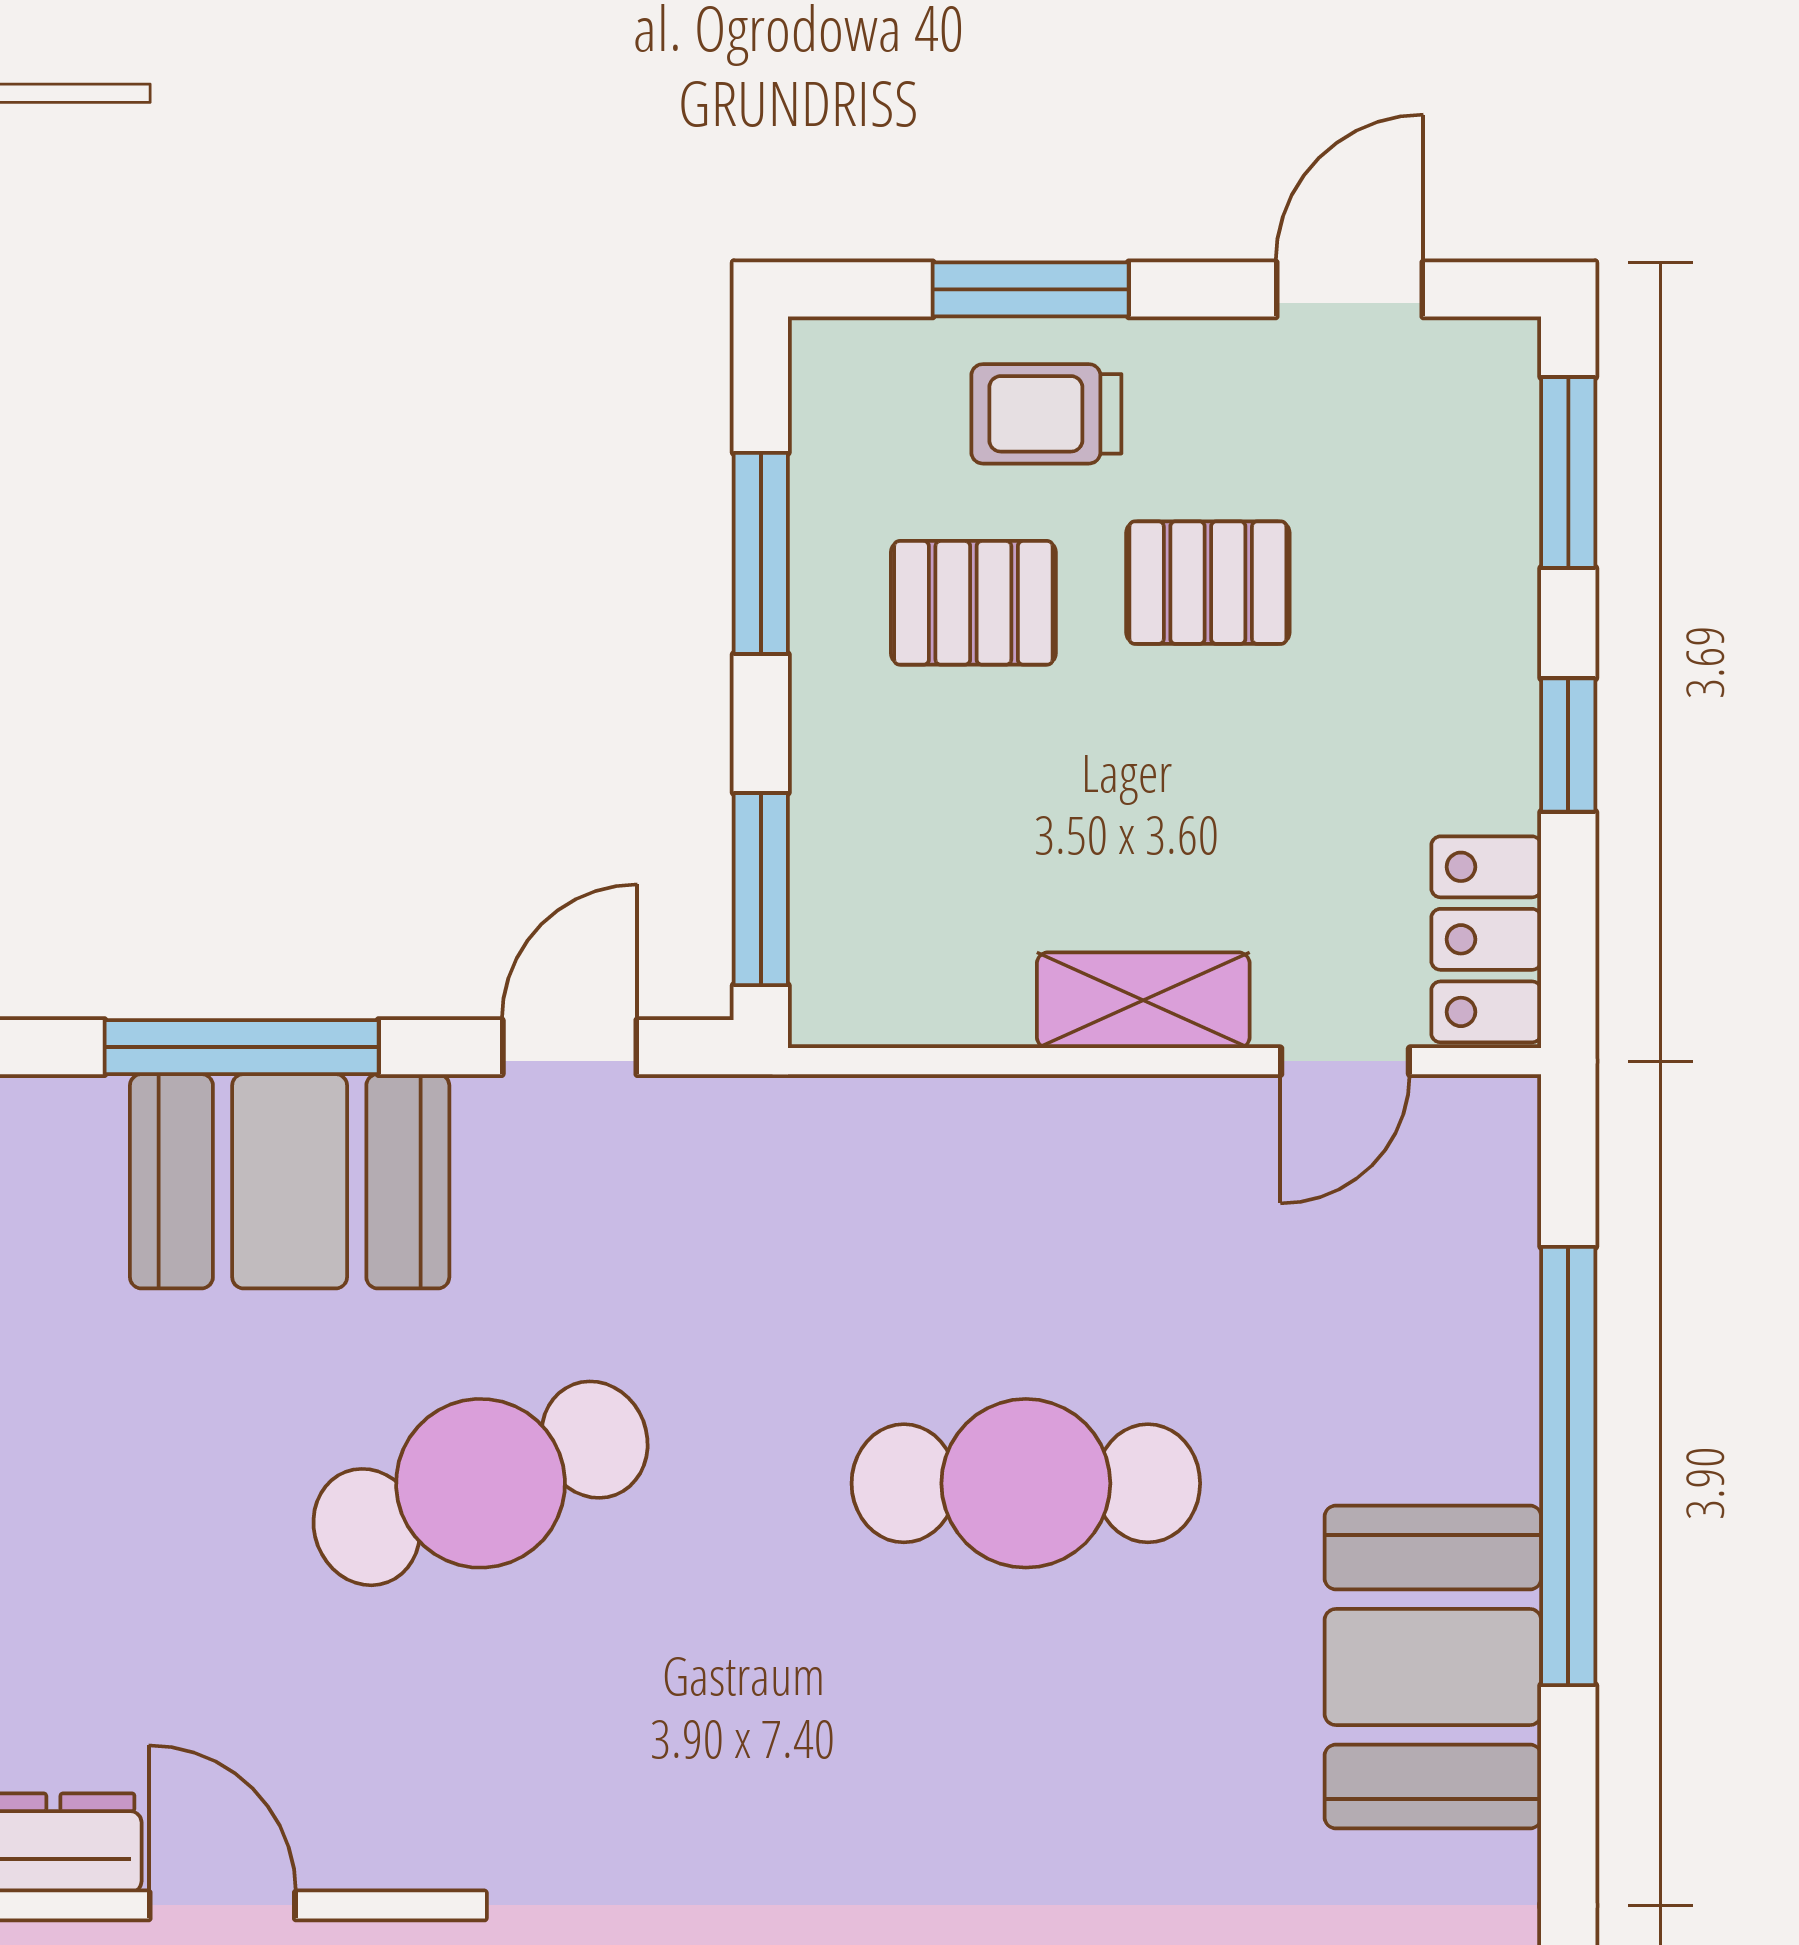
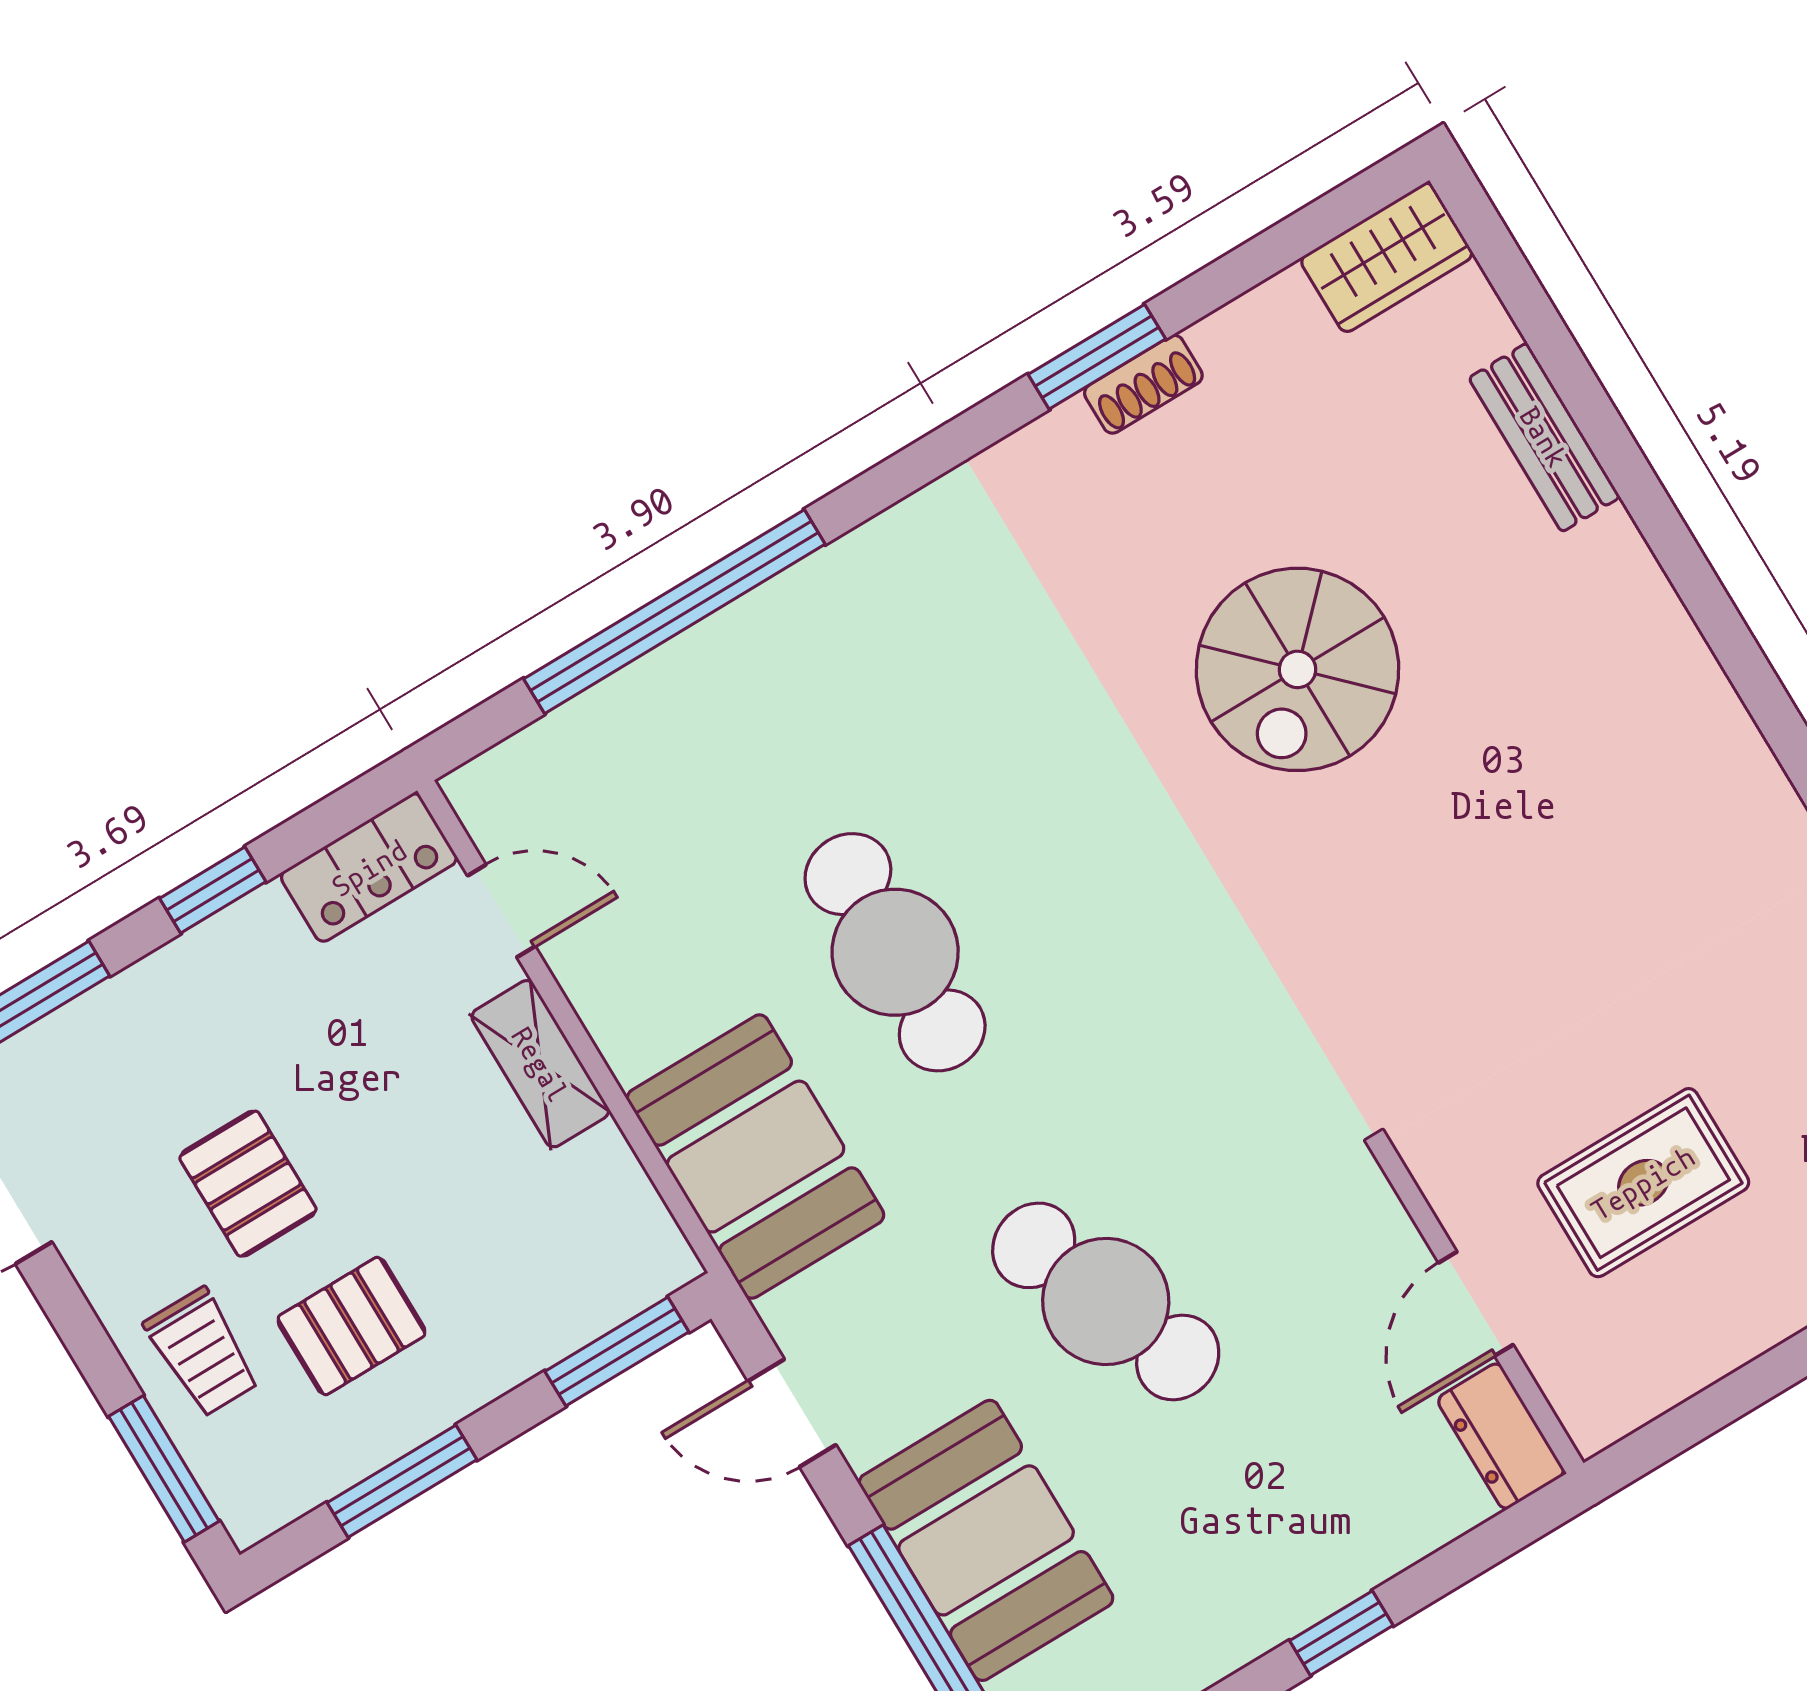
window: (1031, 289) -> (164, 1469), moved
pallet: (973, 603) -> (351, 1326), turned 90
booth: (1433, 1667) -> (756, 1157), moved, turned 90

